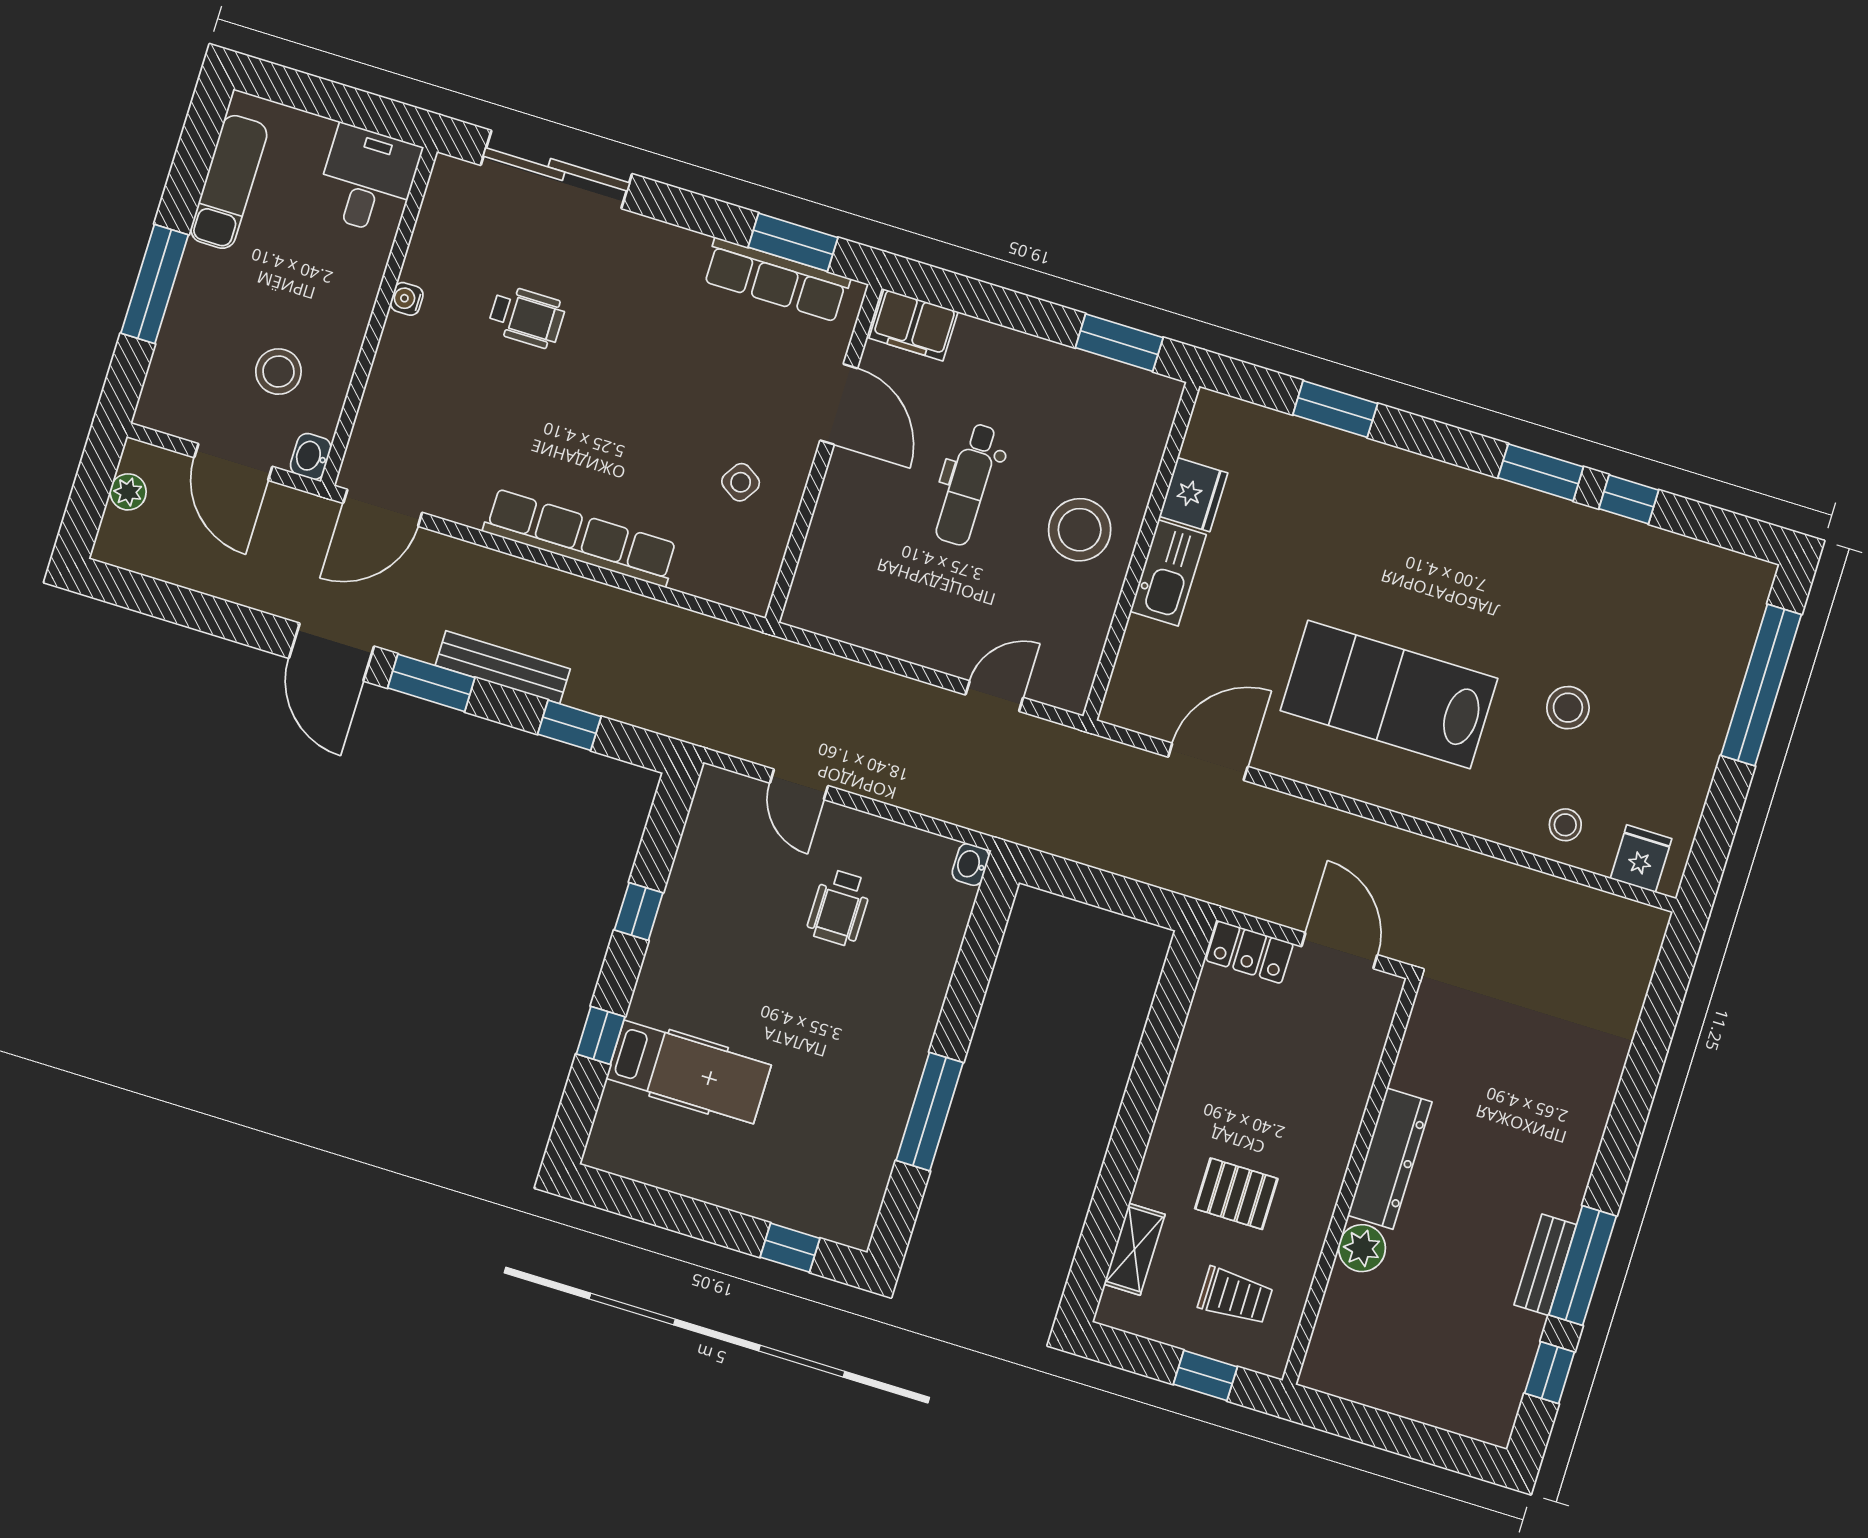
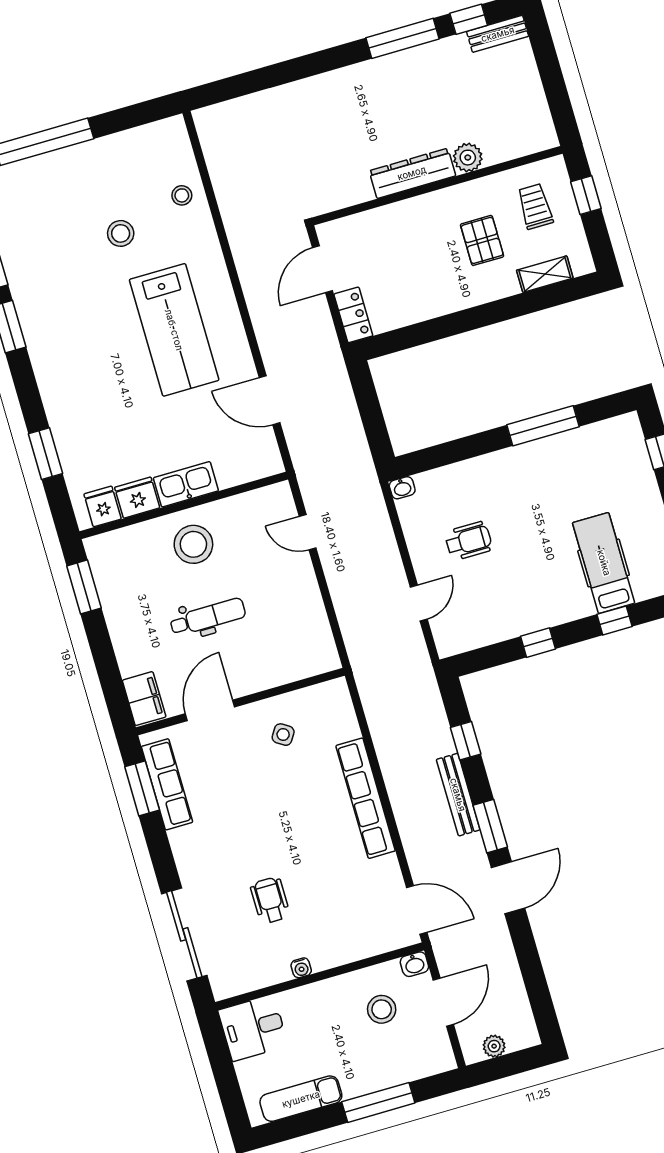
fridge: (1641, 859) -> (103, 506), moved, turned 90
bench: (1545, 1265) -> (498, 34), moved

